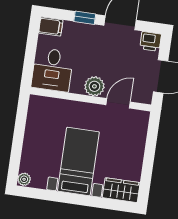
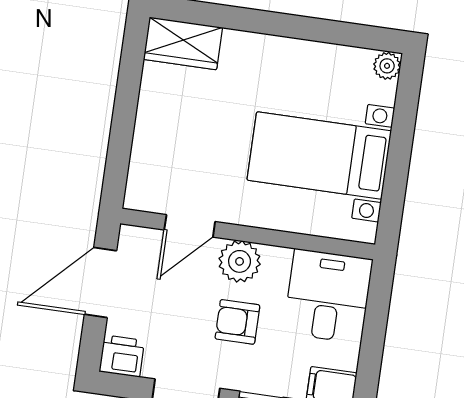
armchair: (95, 58) -> (237, 322), added
bed with nightstands: (78, 161) -> (319, 156), moved, turned 90

